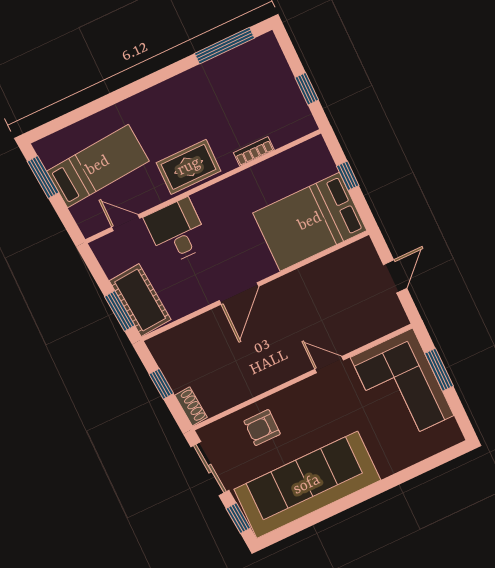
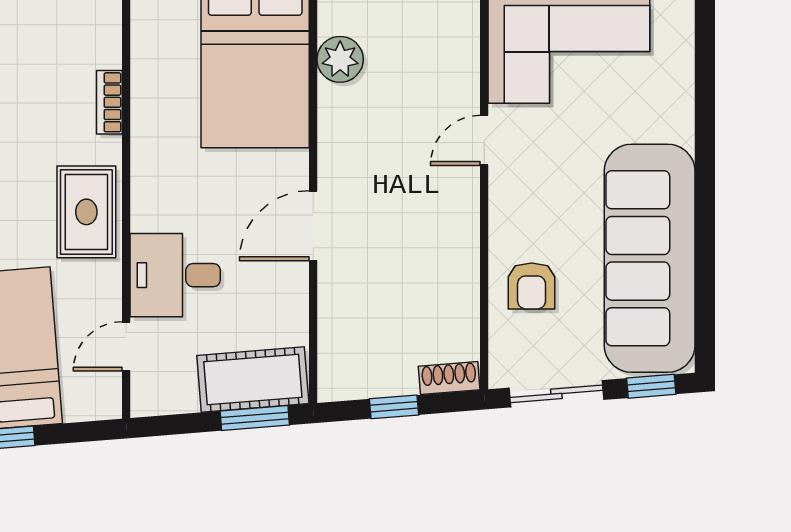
plant: (336, 266) -> (340, 59), added
door: (239, 293) -> (313, 226), swing flipped

